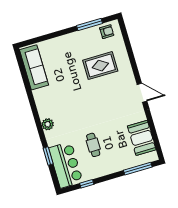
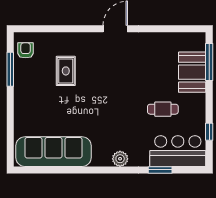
rug: (100, 66) -> (66, 71), width x0.73, depth x0.70
sofa: (34, 67) -> (54, 152), width x1.36, depth x1.27
booth: (142, 138) -> (192, 72), moved, turned 90

